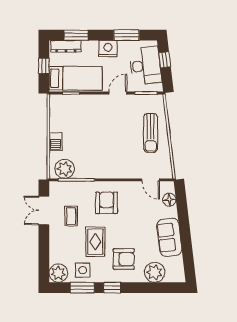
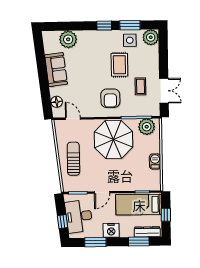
barbecue: (55, 142) -> (155, 161), moved
parasol: (104, 155) -> (113, 140), added
armchair: (124, 259) -> (95, 50), removed

